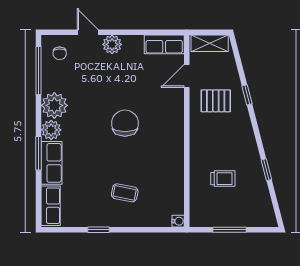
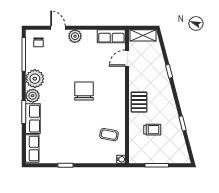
pallet: (216, 101) -> (139, 102), moved, turned 90
coffee table: (125, 193) -> (109, 135), moved

